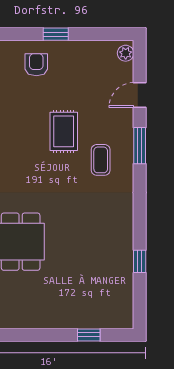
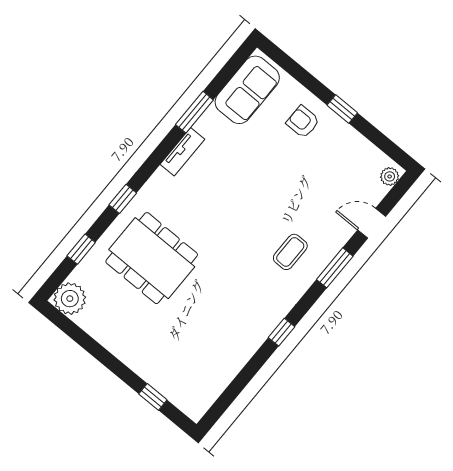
armchair: (36, 65) -> (303, 122), turned -90
rug: (64, 131) -> (279, 200), removed
window: (140, 261) -> (282, 332), moved

